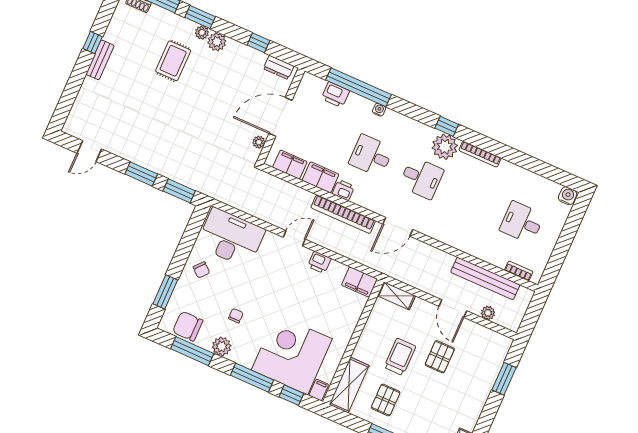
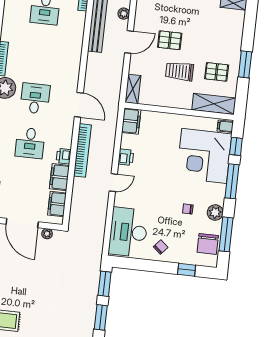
door: (294, 238) -> (113, 183), swing flipped
window: (165, 292) -> (187, 270), width x0.67

